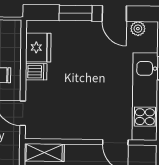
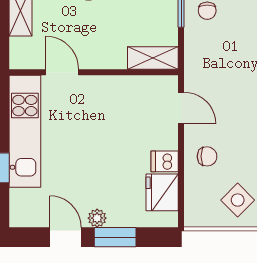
plant: (138, 29) -> (97, 218), moved

